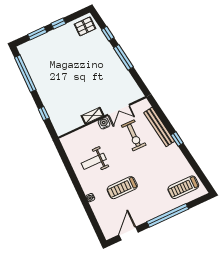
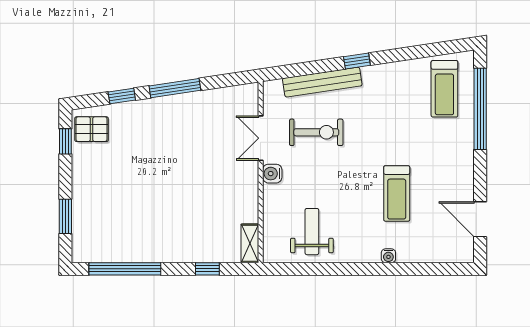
window: (58, 24) -> (65, 141), moved
pallet: (85, 26) -> (92, 129), turned 90
double door: (118, 110) -> (261, 138), swing flipped
shelving: (93, 116) -> (250, 243), moved
weight bench: (94, 161) -> (312, 232), moved, turned 180
window: (168, 215) -> (480, 109), moved

